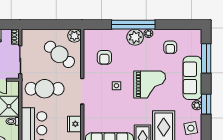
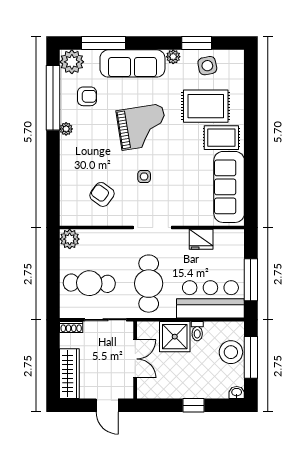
window: (133, 25) -> (53, 98), moved
plant: (135, 37) -> (72, 62), moved
cafe table: (59, 54) -> (89, 283), moved, turned 53
armchair: (104, 57) -> (102, 194), turned -144
grand piano: (150, 84) -> (142, 127), turned 81
window: (206, 104) -> (197, 43), moved

